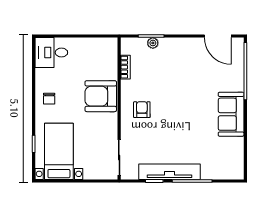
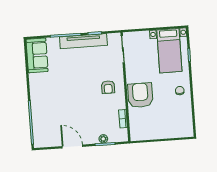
door: (218, 36) -> (72, 146), moved
desk: (51, 52) -> (181, 126), removed
armchair: (101, 96) -> (140, 95), turned -90
sofa: (231, 114) -> (37, 55), moved

